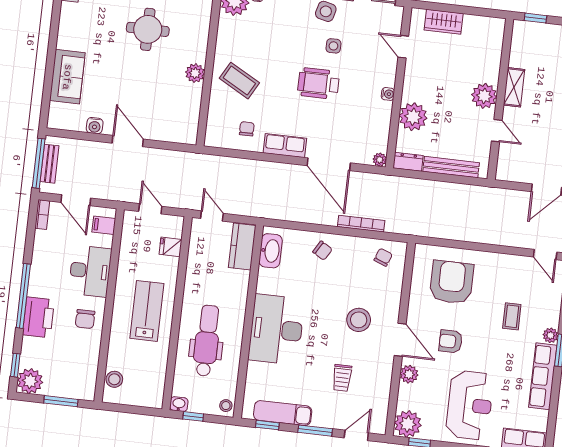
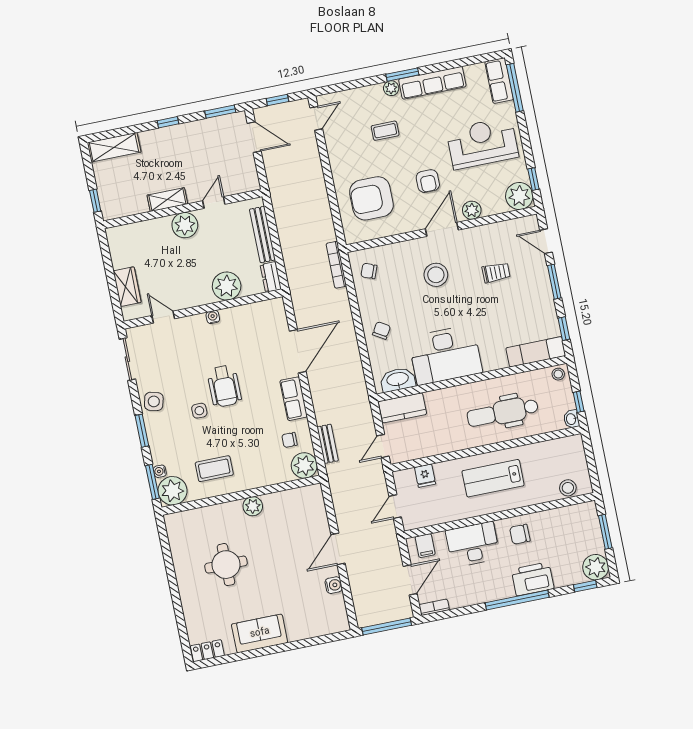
side table: (333, 46) -> (199, 411), moved
door: (403, 47) -> (163, 317), swing flipped
sofa: (67, 77) -> (260, 633), moved
coffee table: (239, 81) -> (214, 469), moved, turned 61
plant: (380, 160) -> (304, 466), moved, width x1.87, depth x1.87
bench: (50, 164) -> (328, 444), moved, turned 90
bookcase: (361, 224) -> (336, 265), moved
chair: (85, 319) -> (520, 534), turned 180
desk: (276, 329) -> (445, 355), moved
exam couch: (283, 413) -> (536, 352), moved, turned 90

